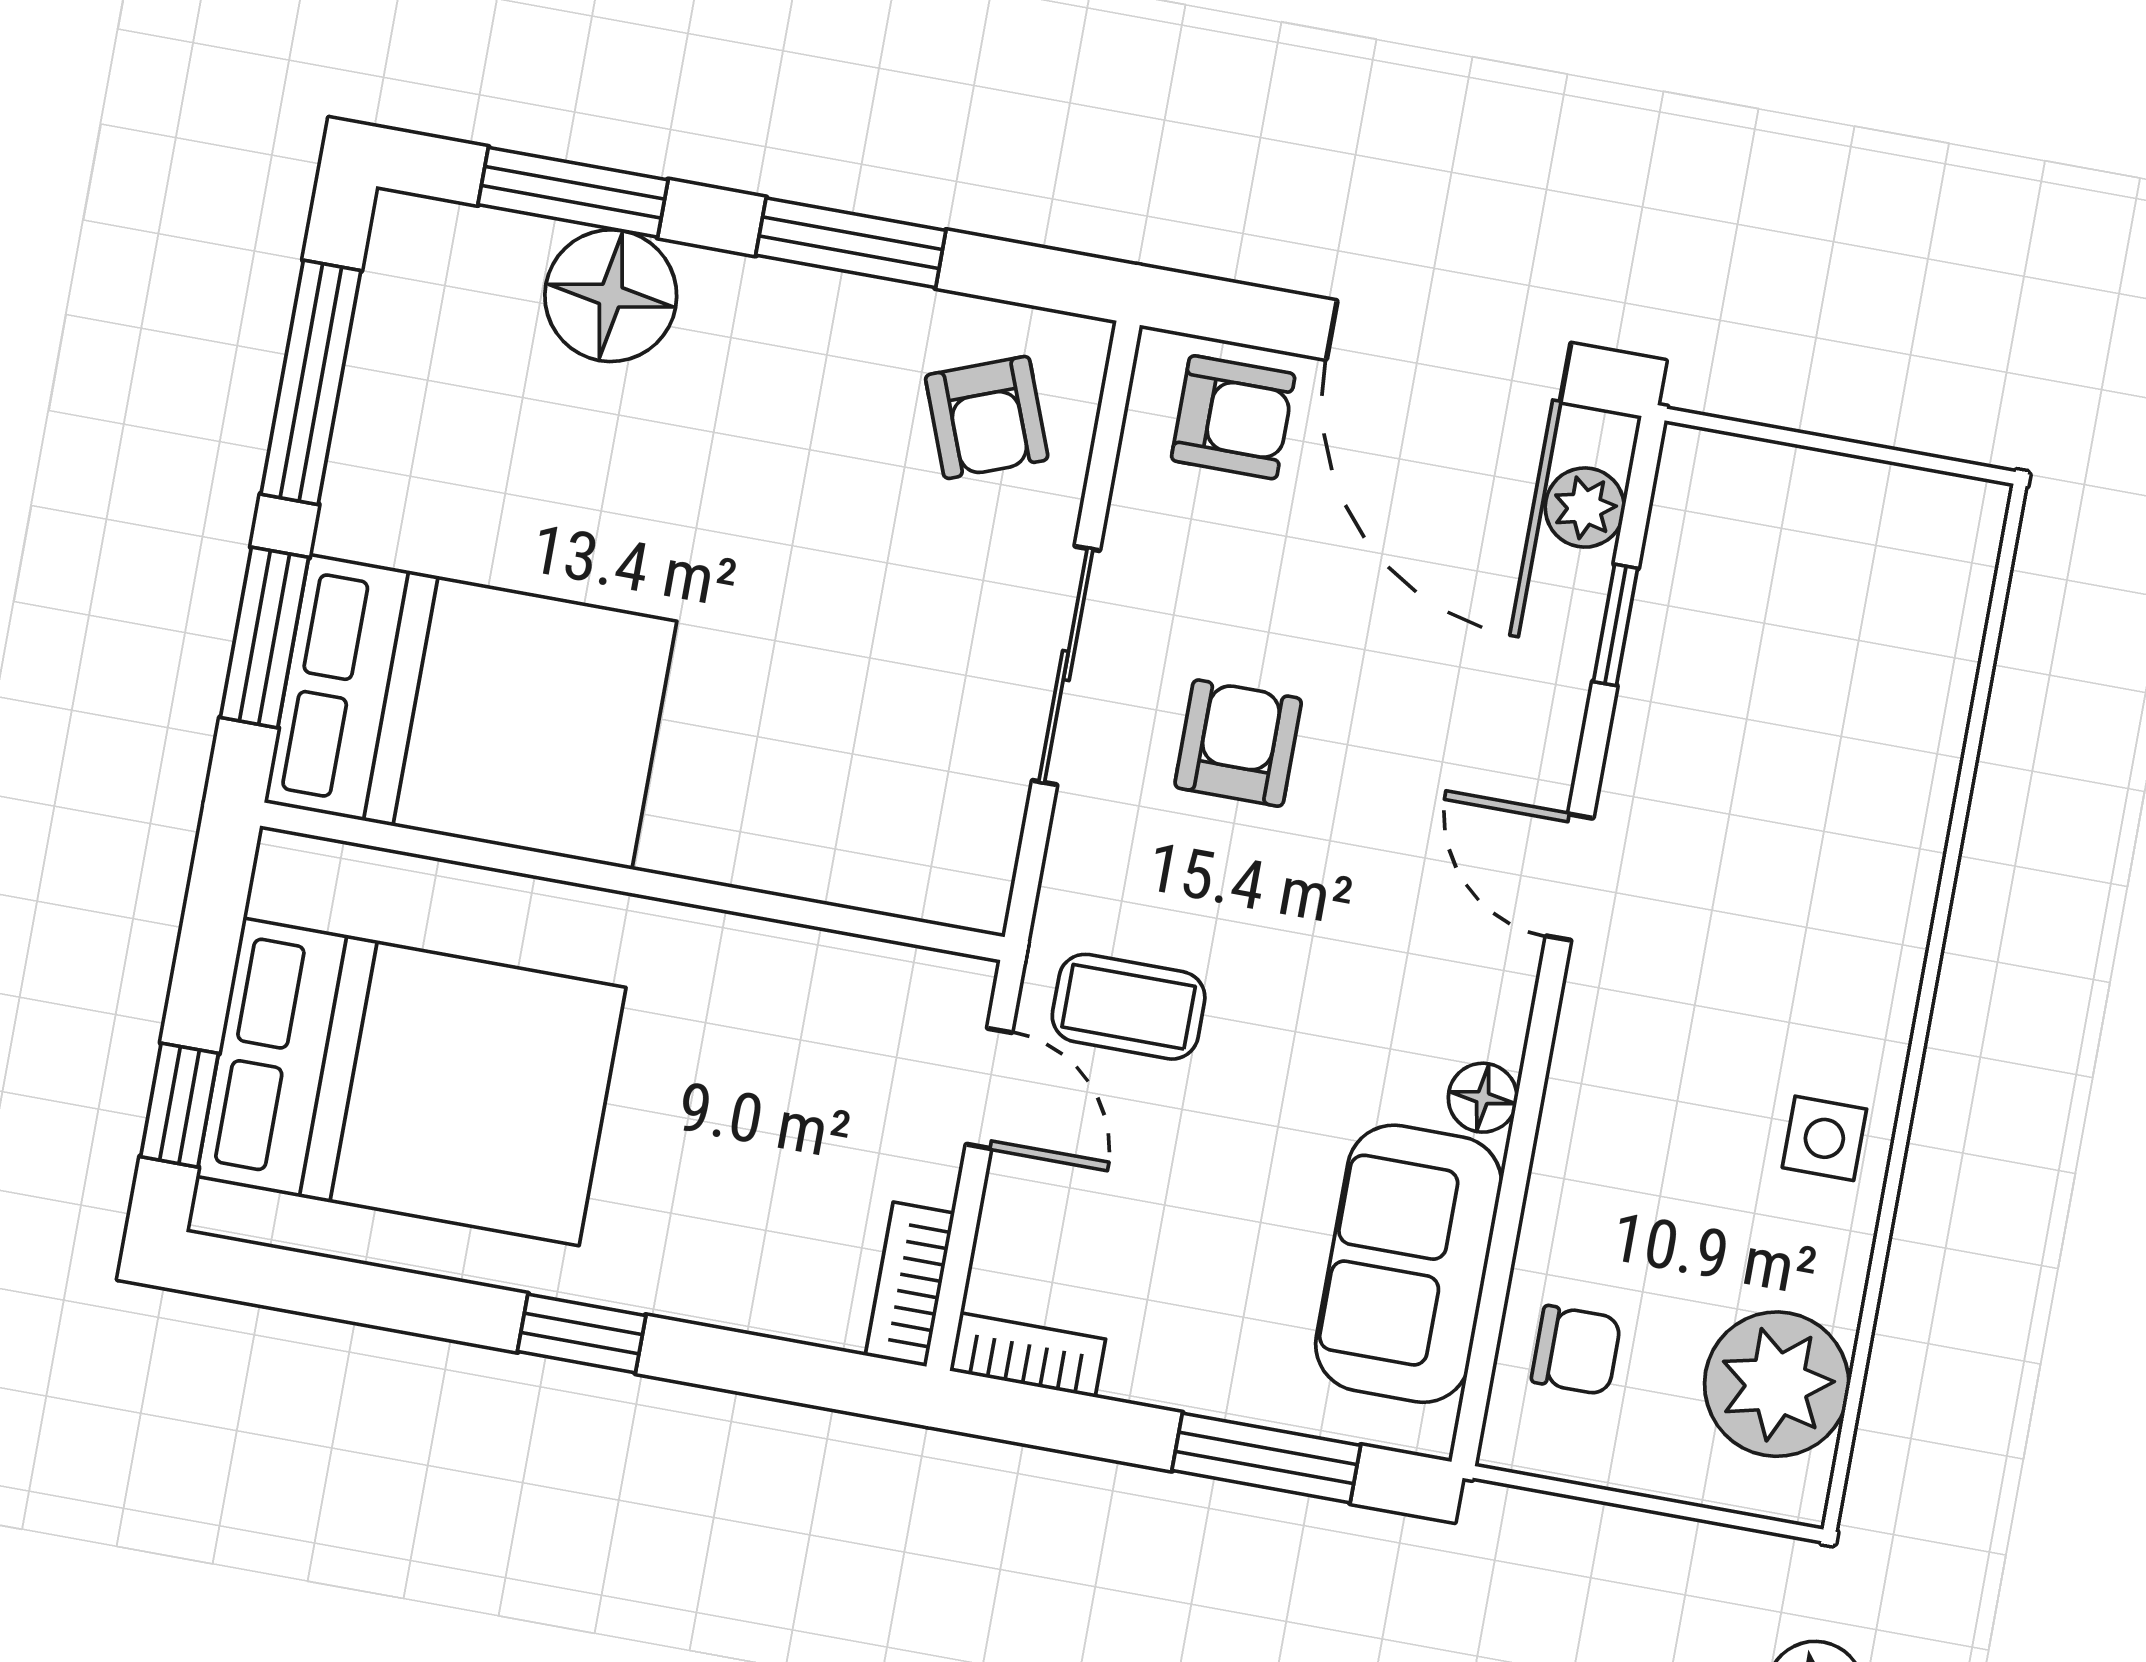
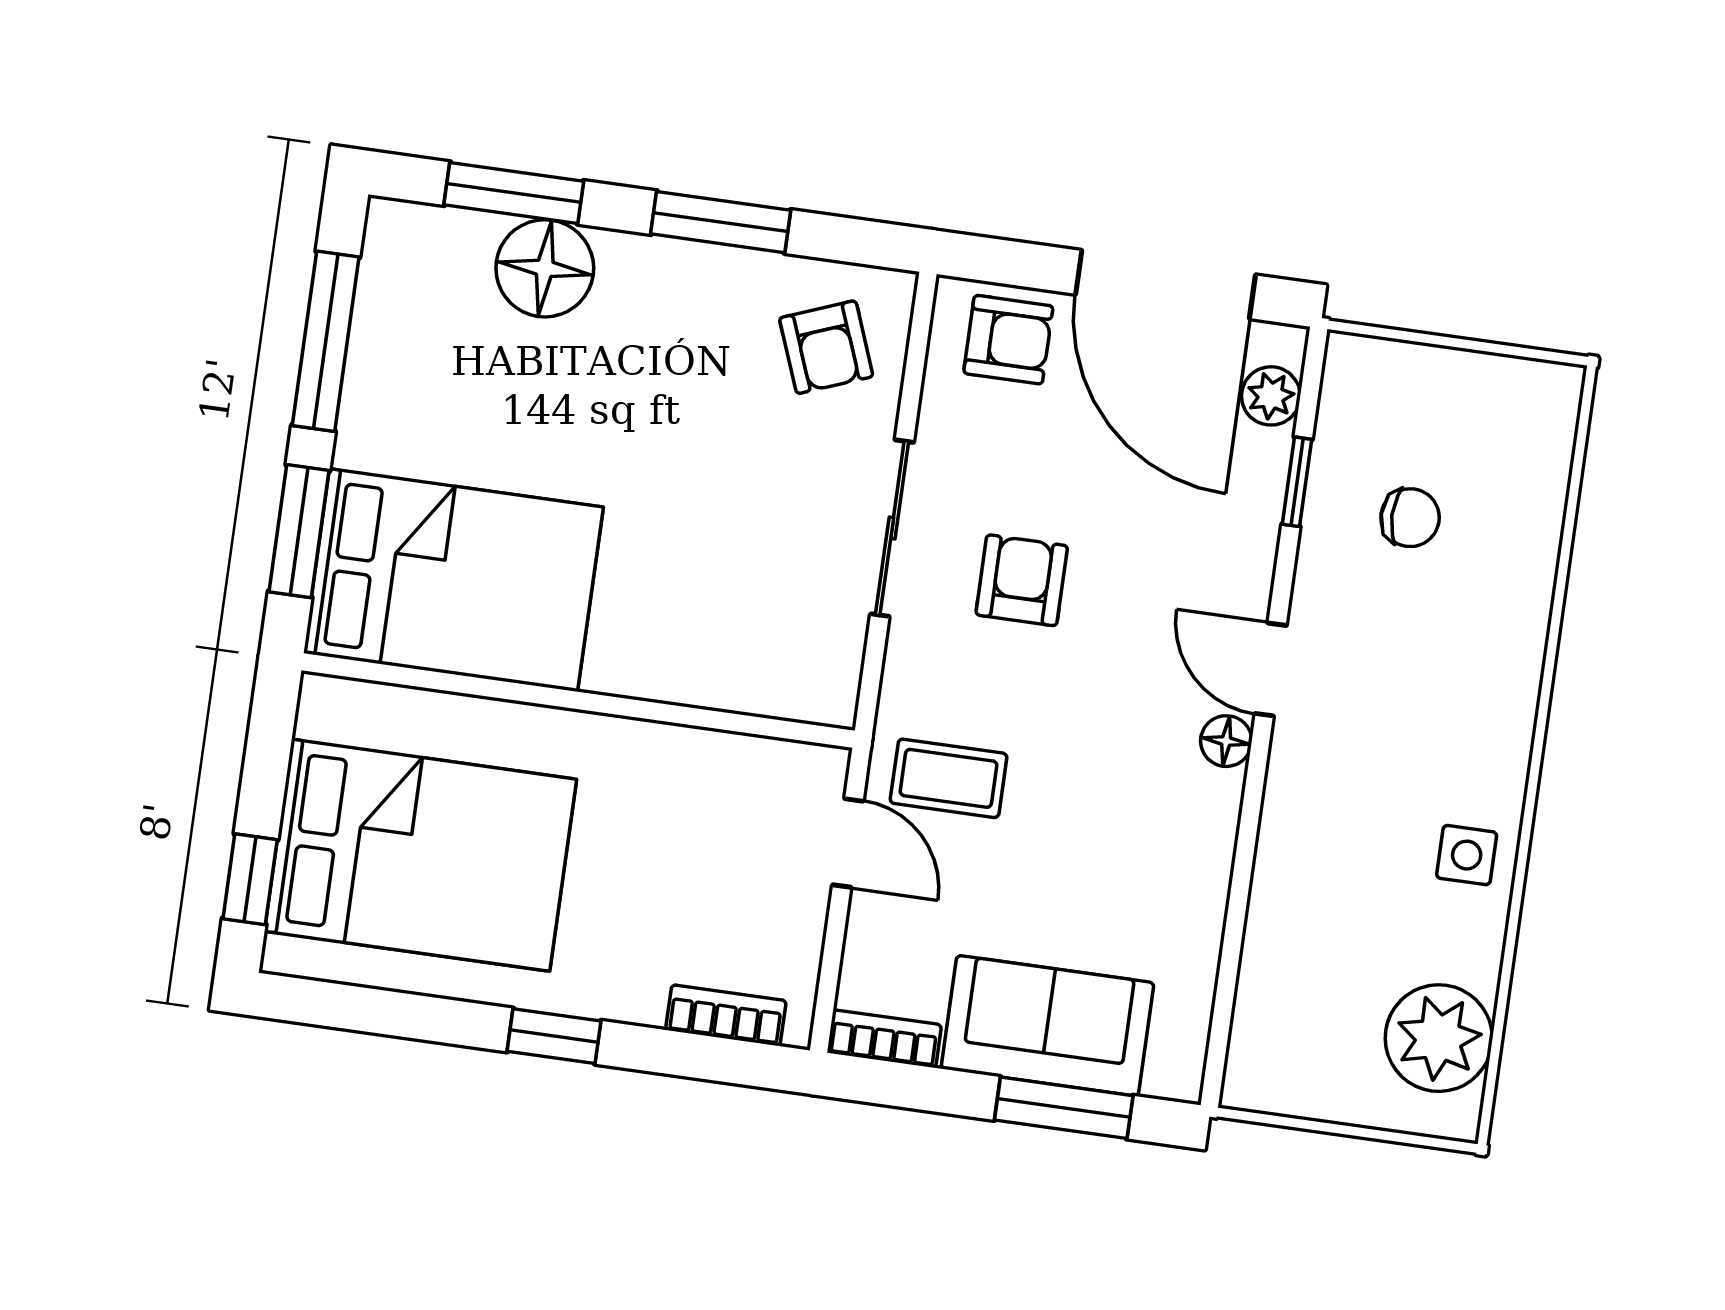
floor lamp: (1483, 1098) -> (1226, 741), moved
sofa: (1409, 1264) -> (1048, 1026), moved, turned 90
bookcase: (910, 1284) -> (726, 1015), moved, turned 90
chair: (1576, 1350) -> (1410, 518), moved

